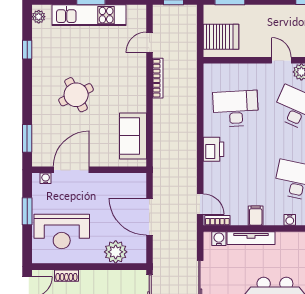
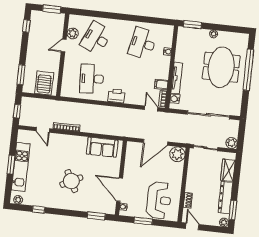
door: (200, 204) -> (151, 108), hinge flipped
filing cabinet: (256, 216) -> (161, 84), moved
plant: (116, 252) -> (177, 154), moved

